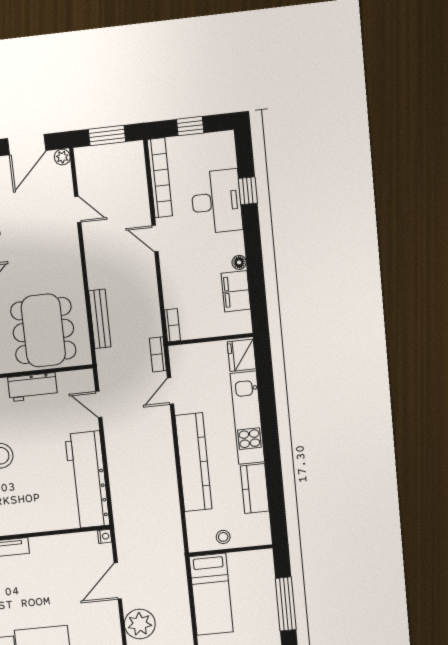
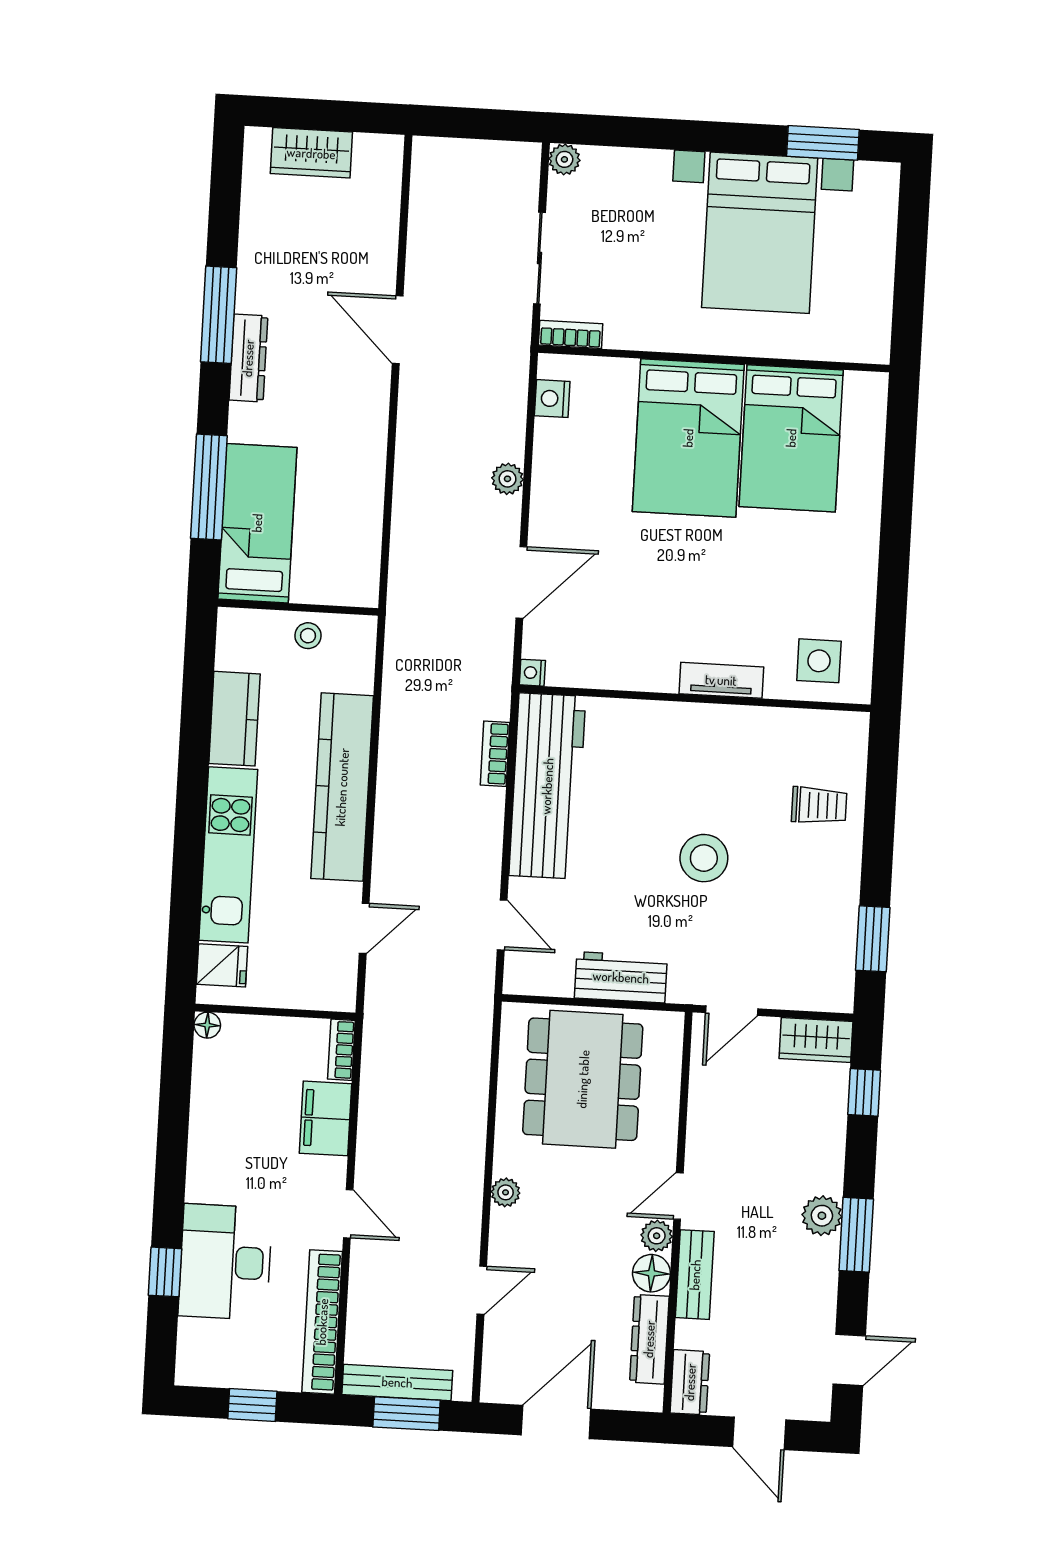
plant: (62, 157) -> (506, 1192), moved
door: (78, 209) -> (482, 1290), swing flipped
floor lamp: (239, 262) -> (207, 1025), moved
filing cabinet: (236, 291) -> (326, 1118), moved, turned 180
bench: (100, 319) -> (397, 1382), moved, turned 90
bookcase: (158, 354) -> (495, 754), moved, turned 180
fridge: (242, 355) -> (222, 965), width x0.72
bed: (211, 594) -> (257, 523), moved
plant: (140, 624) -> (507, 479), width x0.53, depth x0.53

